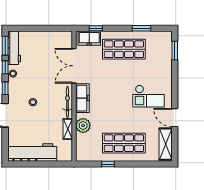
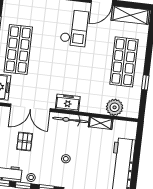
pallet: (44, 64) -> (25, 141), added
freezer: (82, 98) -> (68, 103), width x0.71
plant: (83, 125) -> (115, 107), moved

